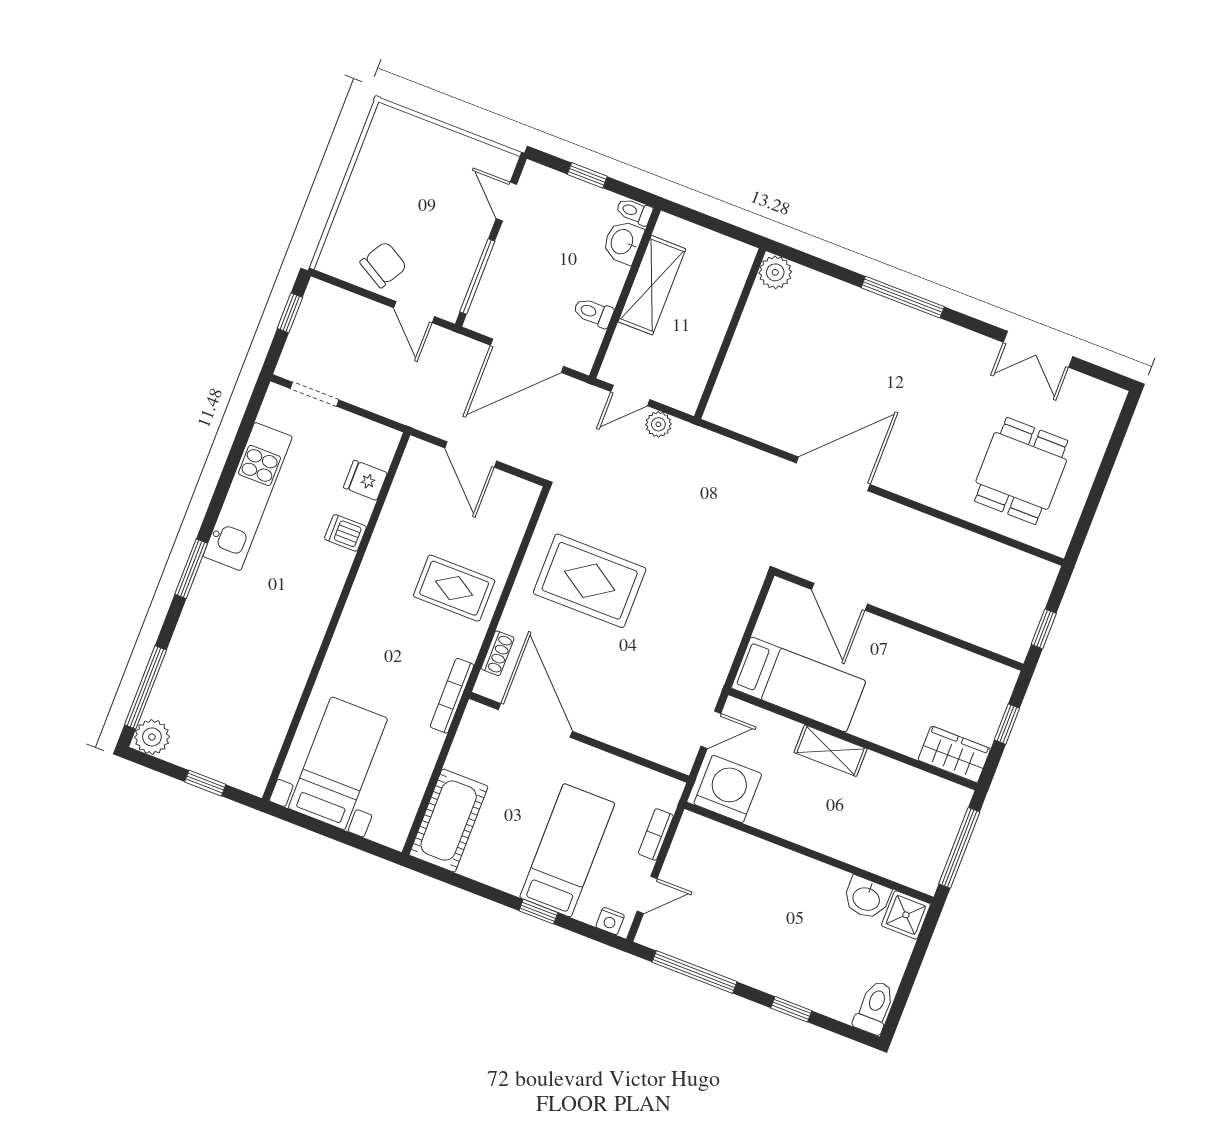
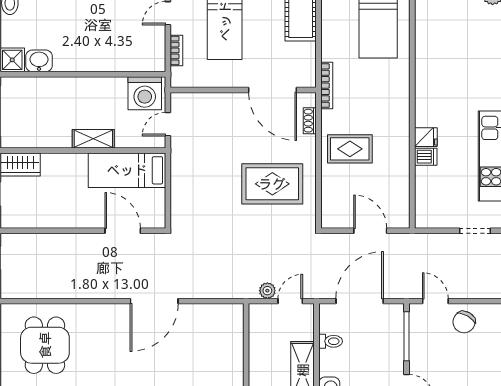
fridge: (365, 480) -> (426, 137), moved

